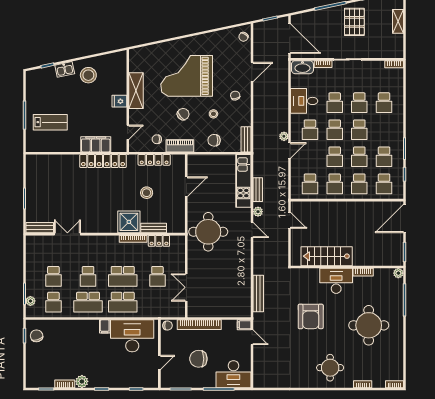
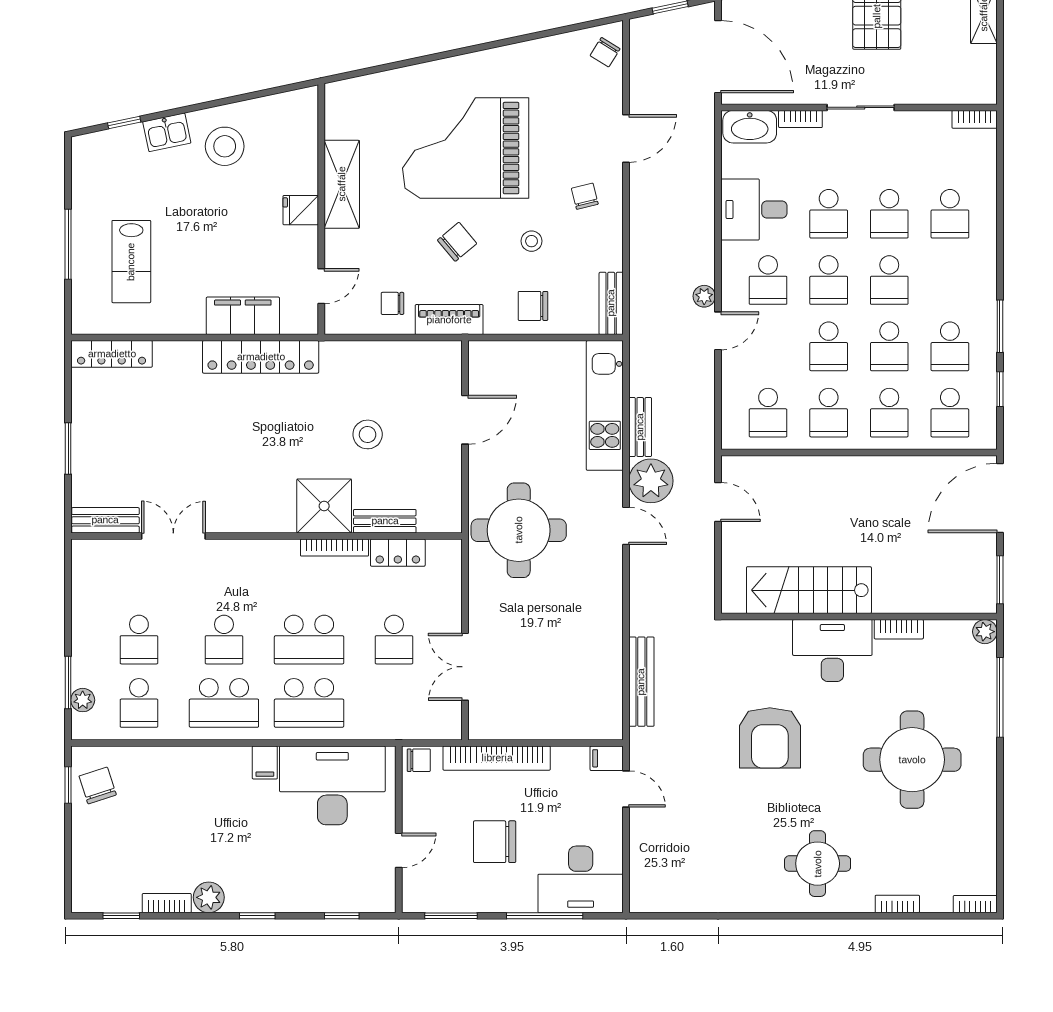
lab bench: (50, 122) -> (131, 262), turned 90
locker: (154, 160) -> (112, 354), moved
plant: (258, 212) -> (651, 481), width x1.88, depth x1.88

